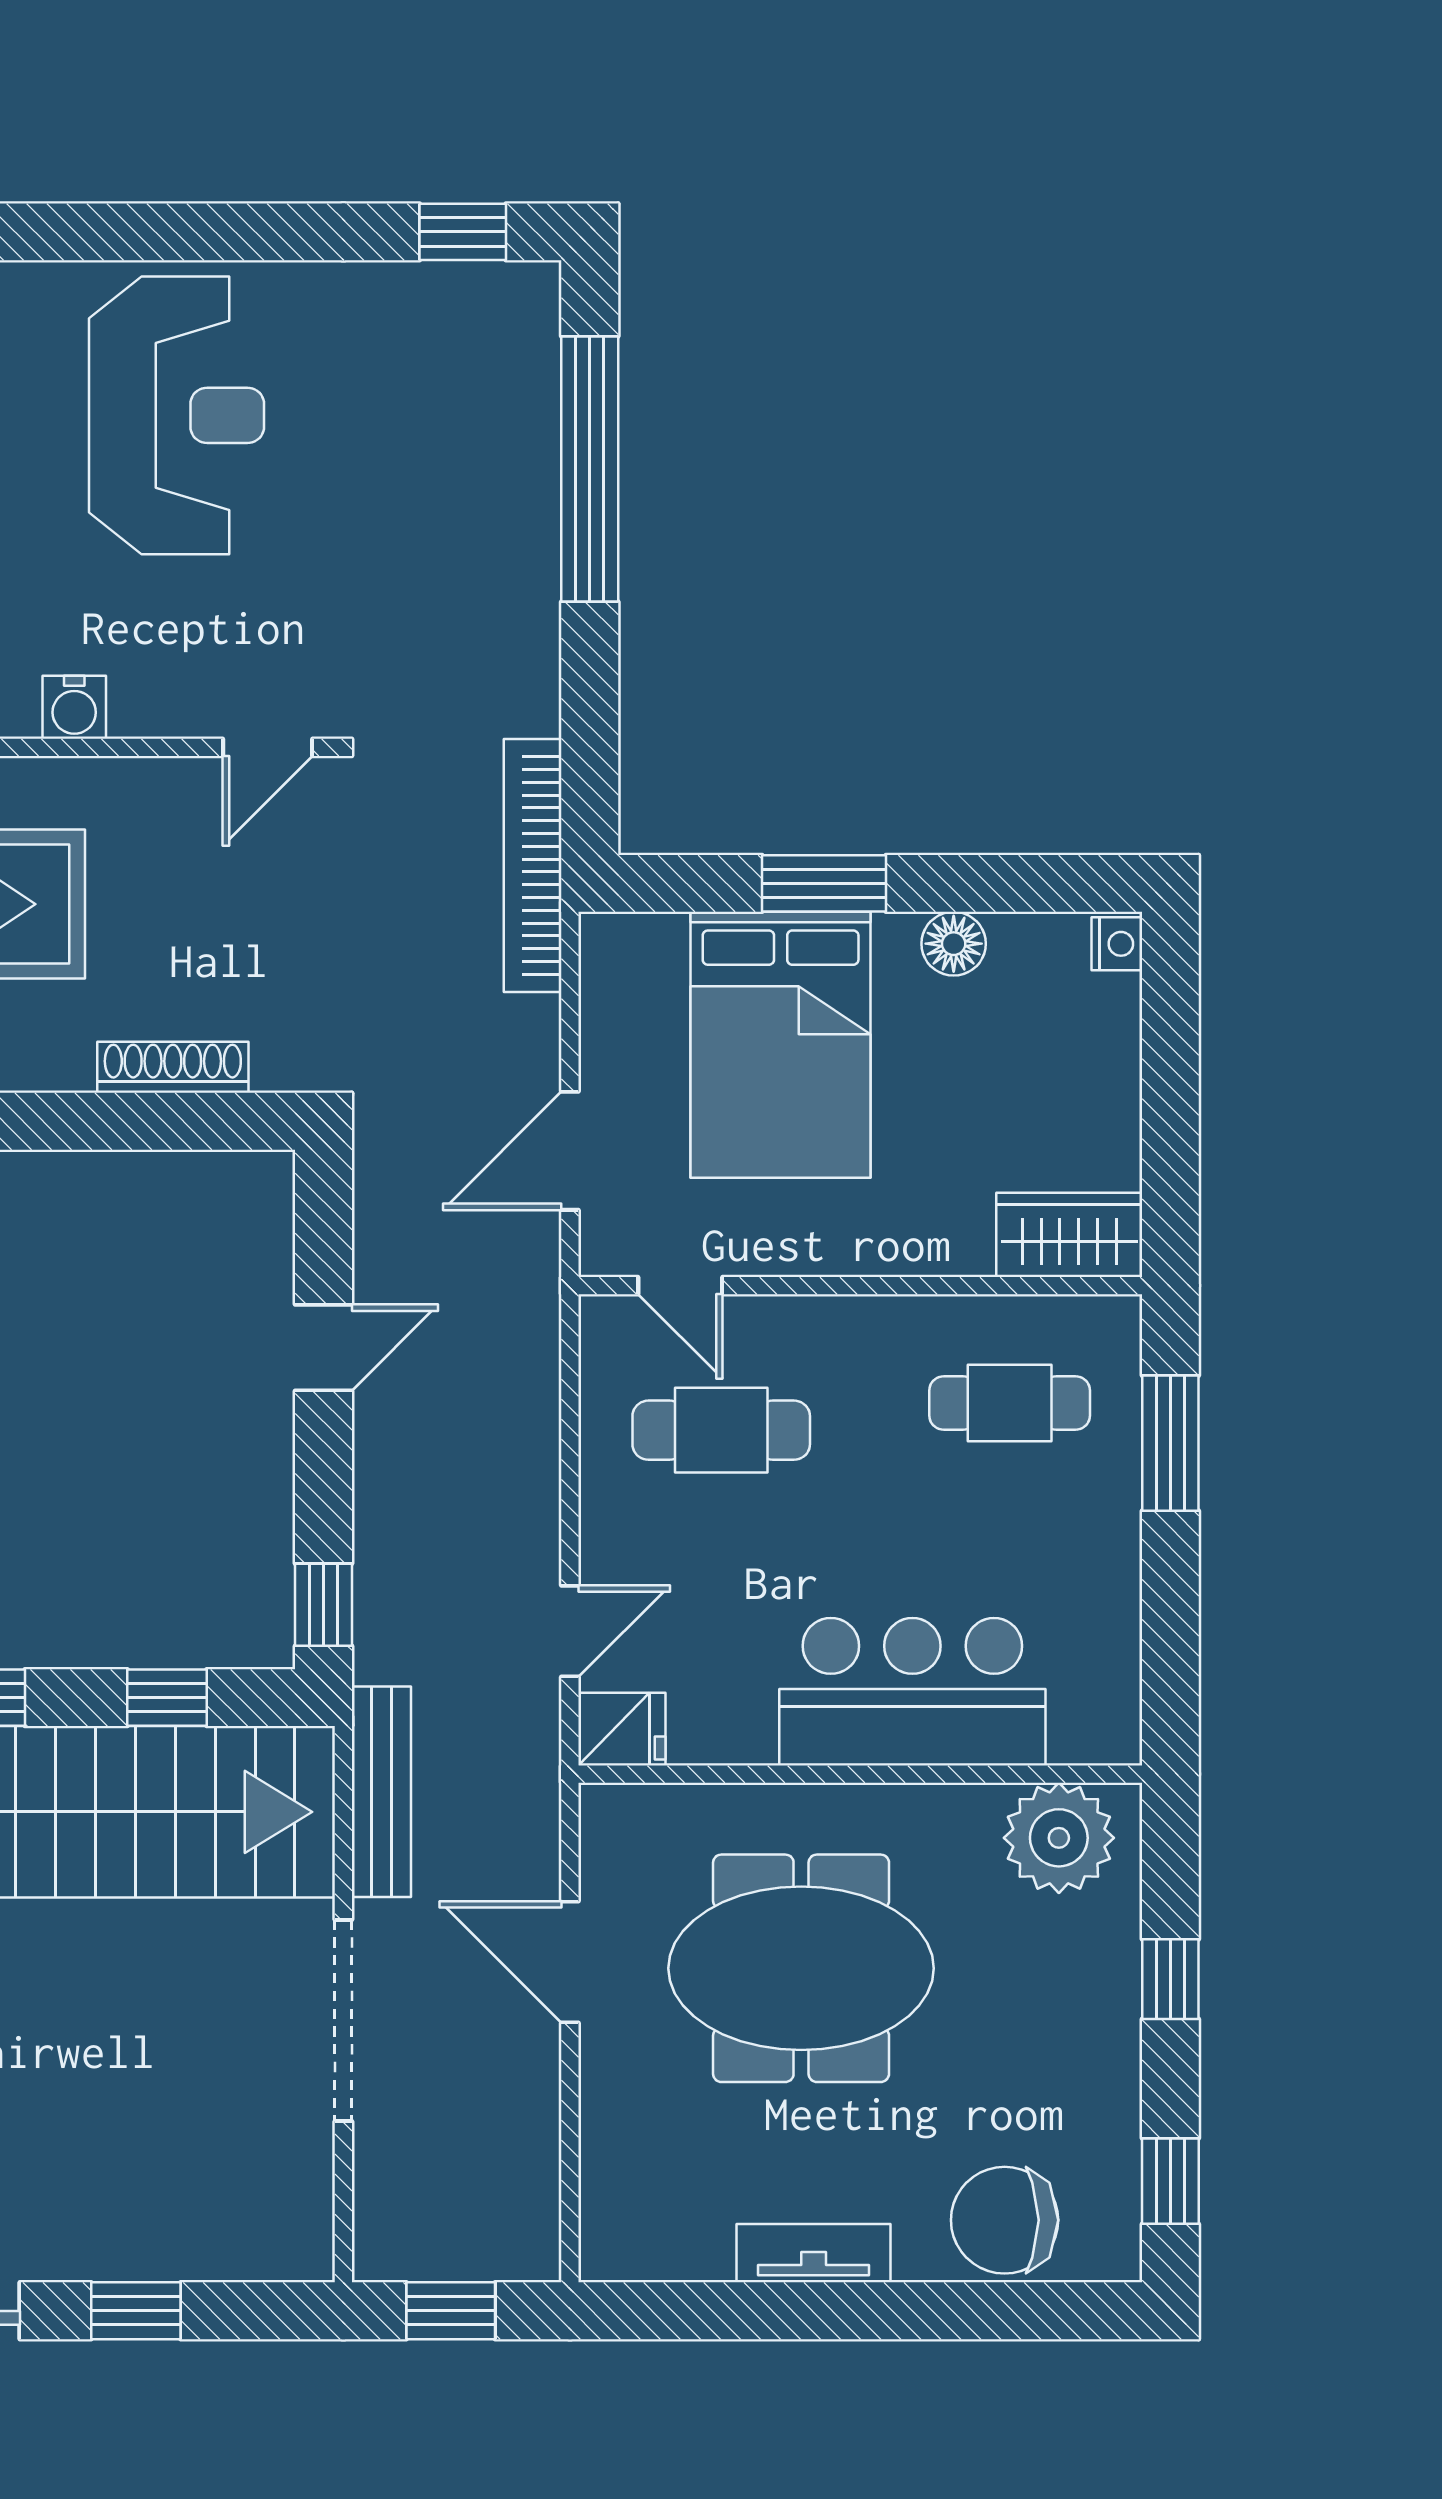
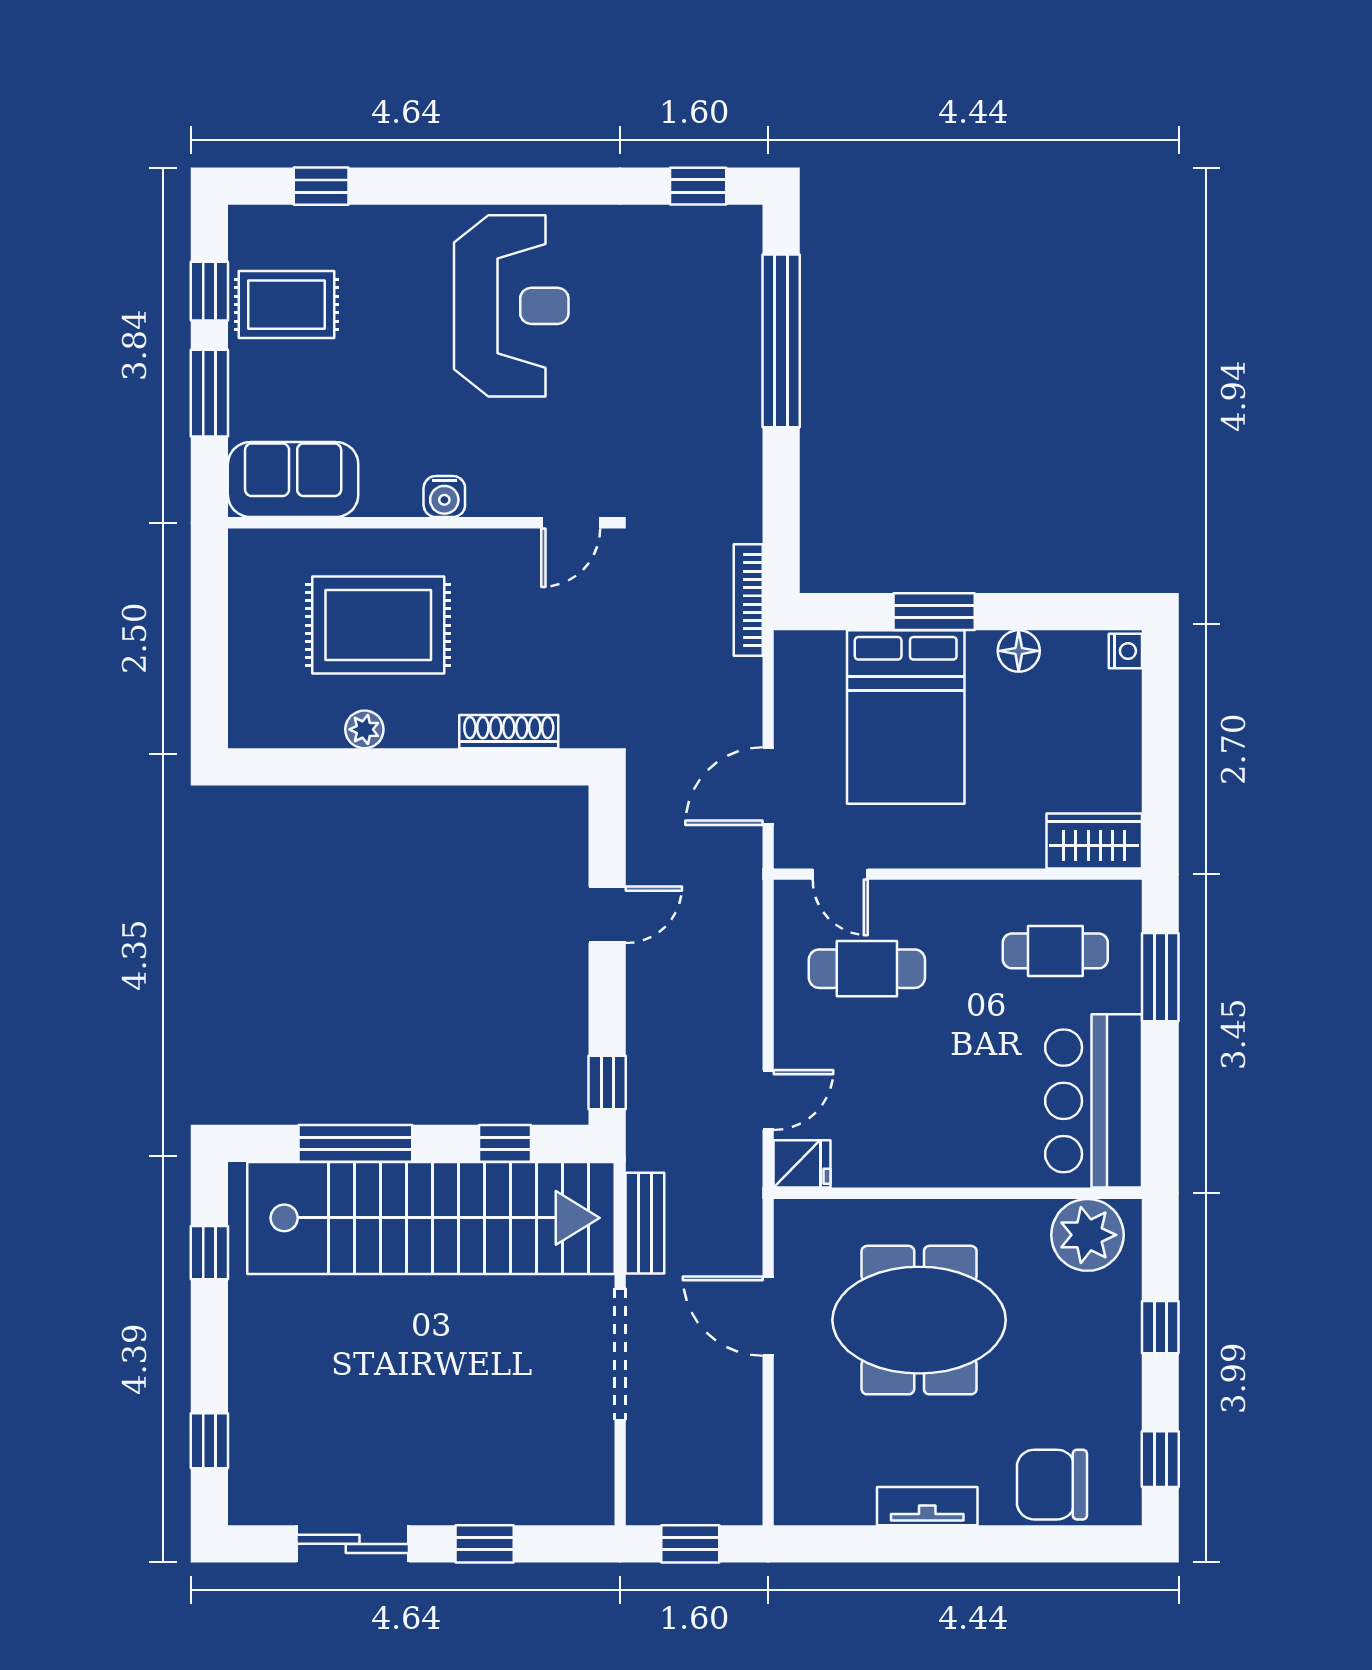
bookcase: (533, 866) -> (748, 600), width x0.68, depth x0.76
bar counter: (912, 1692) -> (1094, 1101), moved, turned -90
bench: (381, 1792) -> (645, 1223), width x0.73

